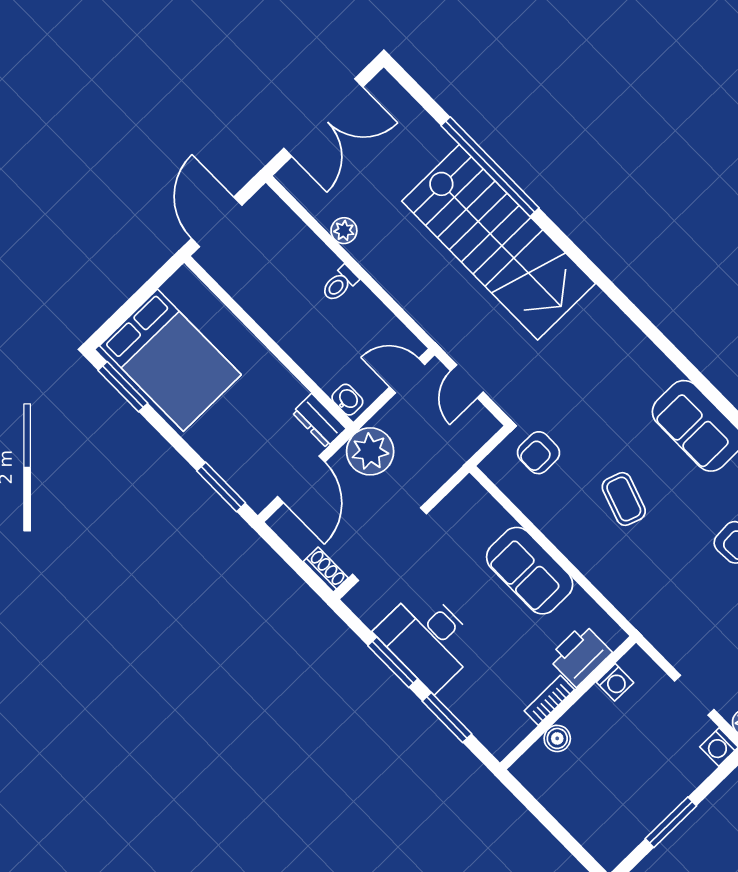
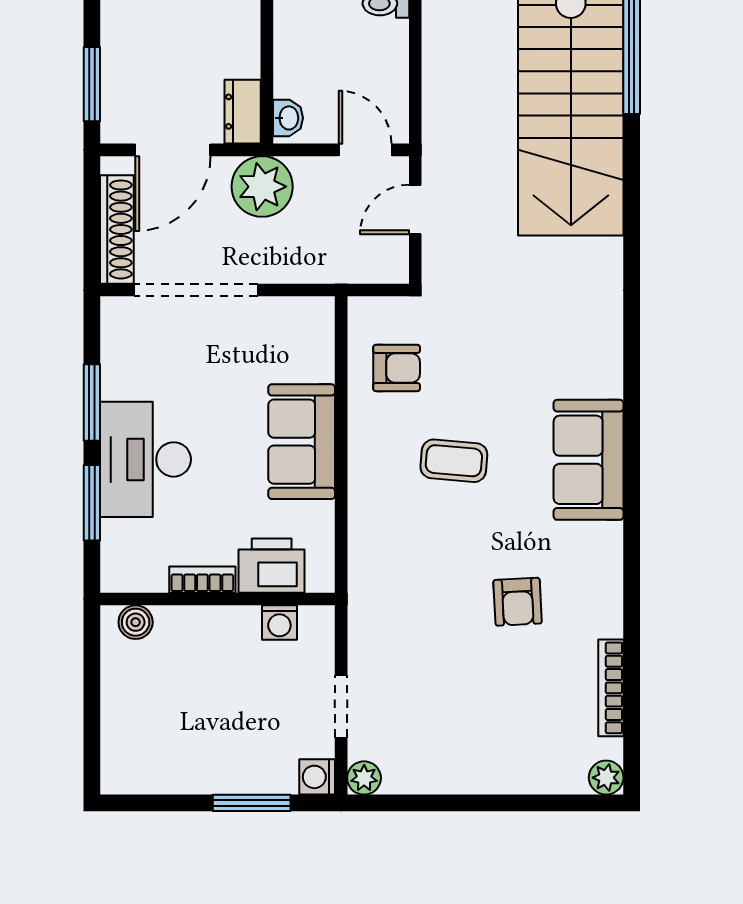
armchair: (538, 453) -> (397, 368), moved, turned 180
coffee table: (624, 499) -> (454, 461), turned 76
shoe rack: (326, 570) -> (117, 229), width x1.94, depth x1.24
desk: (428, 639) -> (145, 459), moved
boiler: (557, 738) -> (136, 622), moved
window: (671, 822) -> (252, 803), moved

